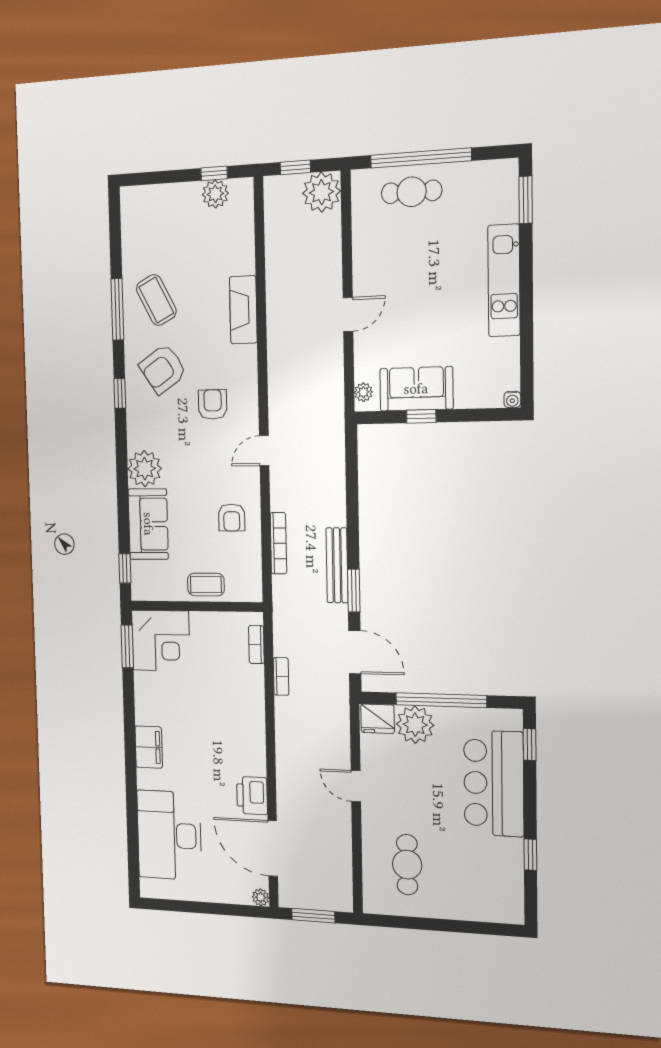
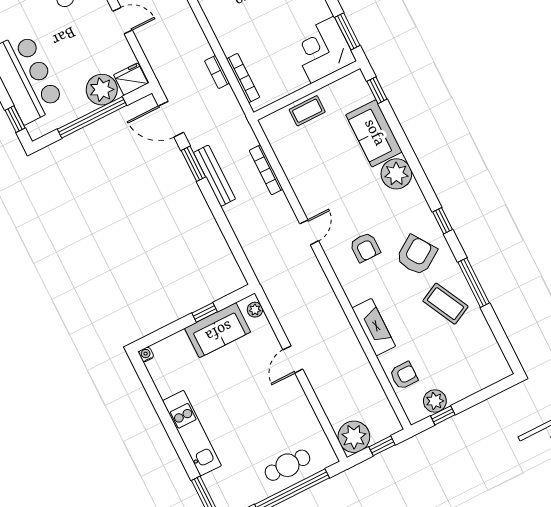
armchair: (232, 518) -> (404, 375), moved, turned 90
bookcase: (256, 645) -> (243, 78), width x1.56

